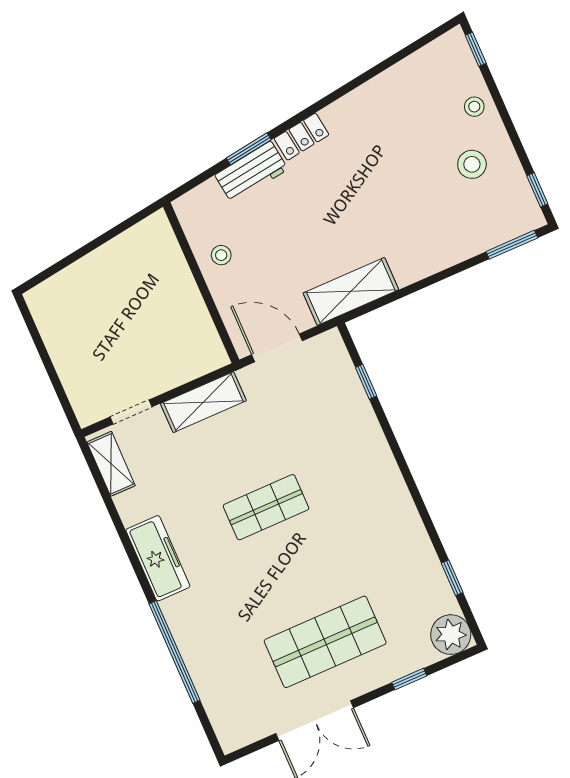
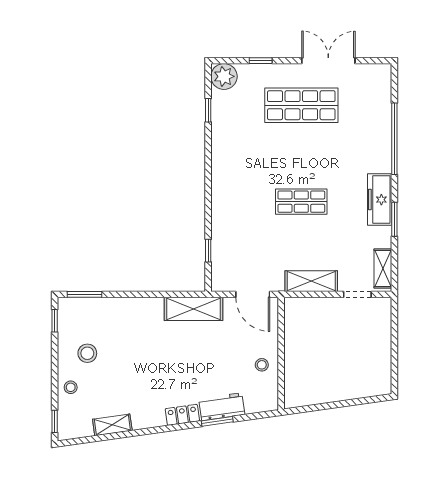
shelving: (393, 80) -> (112, 425), added
window: (125, 540) -> (394, 219), added

